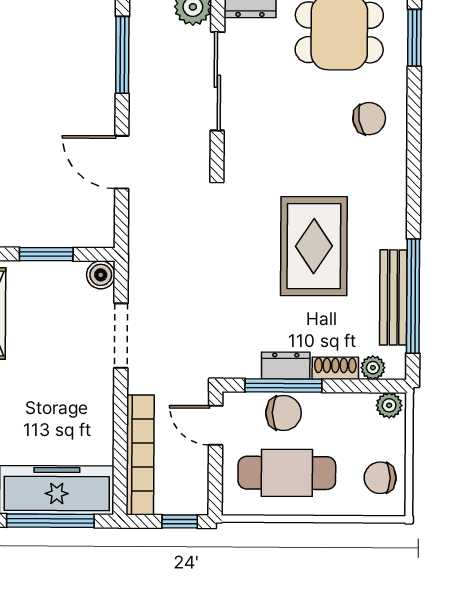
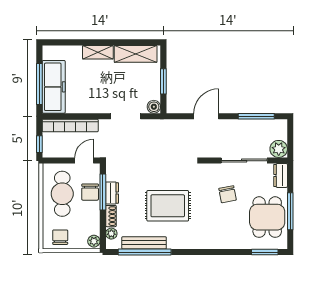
chair: (369, 119) -> (228, 194), moved

